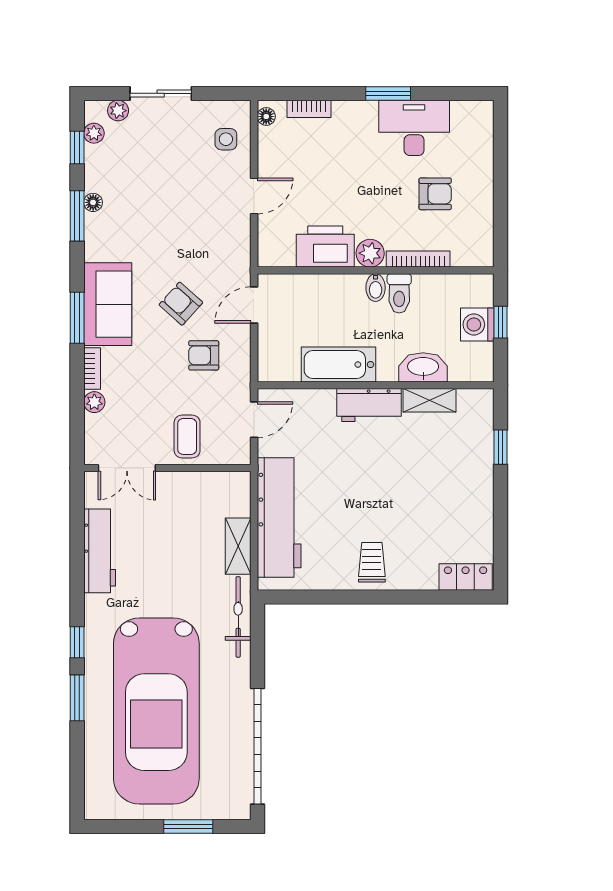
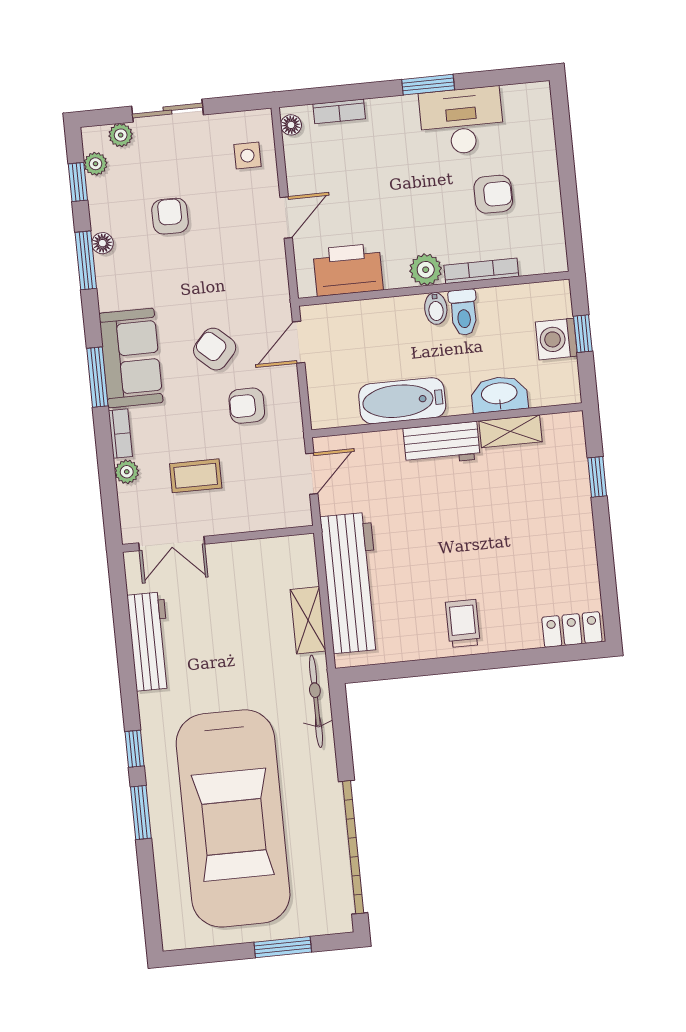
armchair: (154, 185) -> (170, 216), added
printer: (325, 247) -> (348, 270), moved
coffee table: (187, 436) -> (196, 476), moved, turned 90

